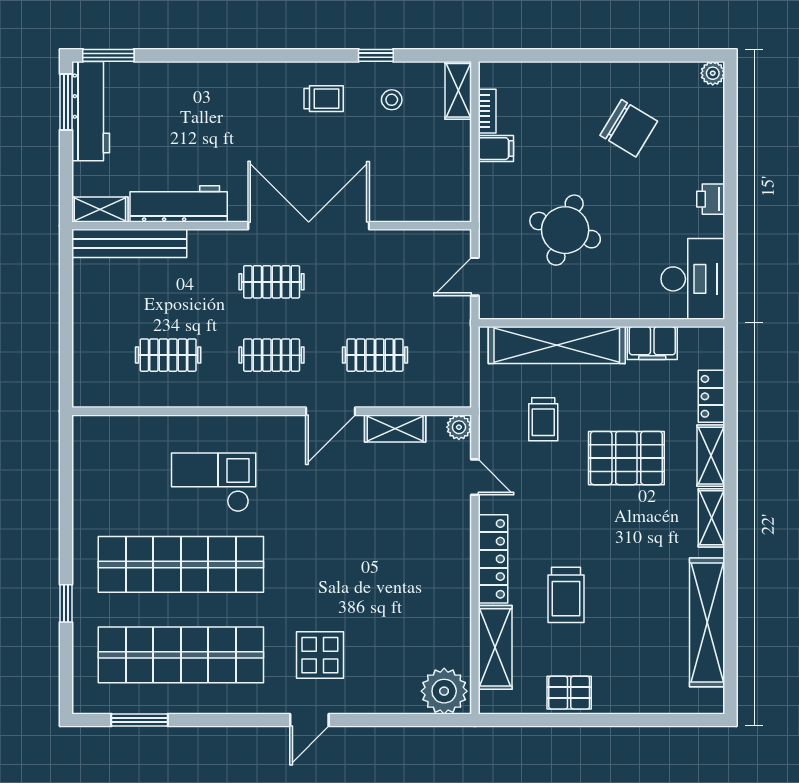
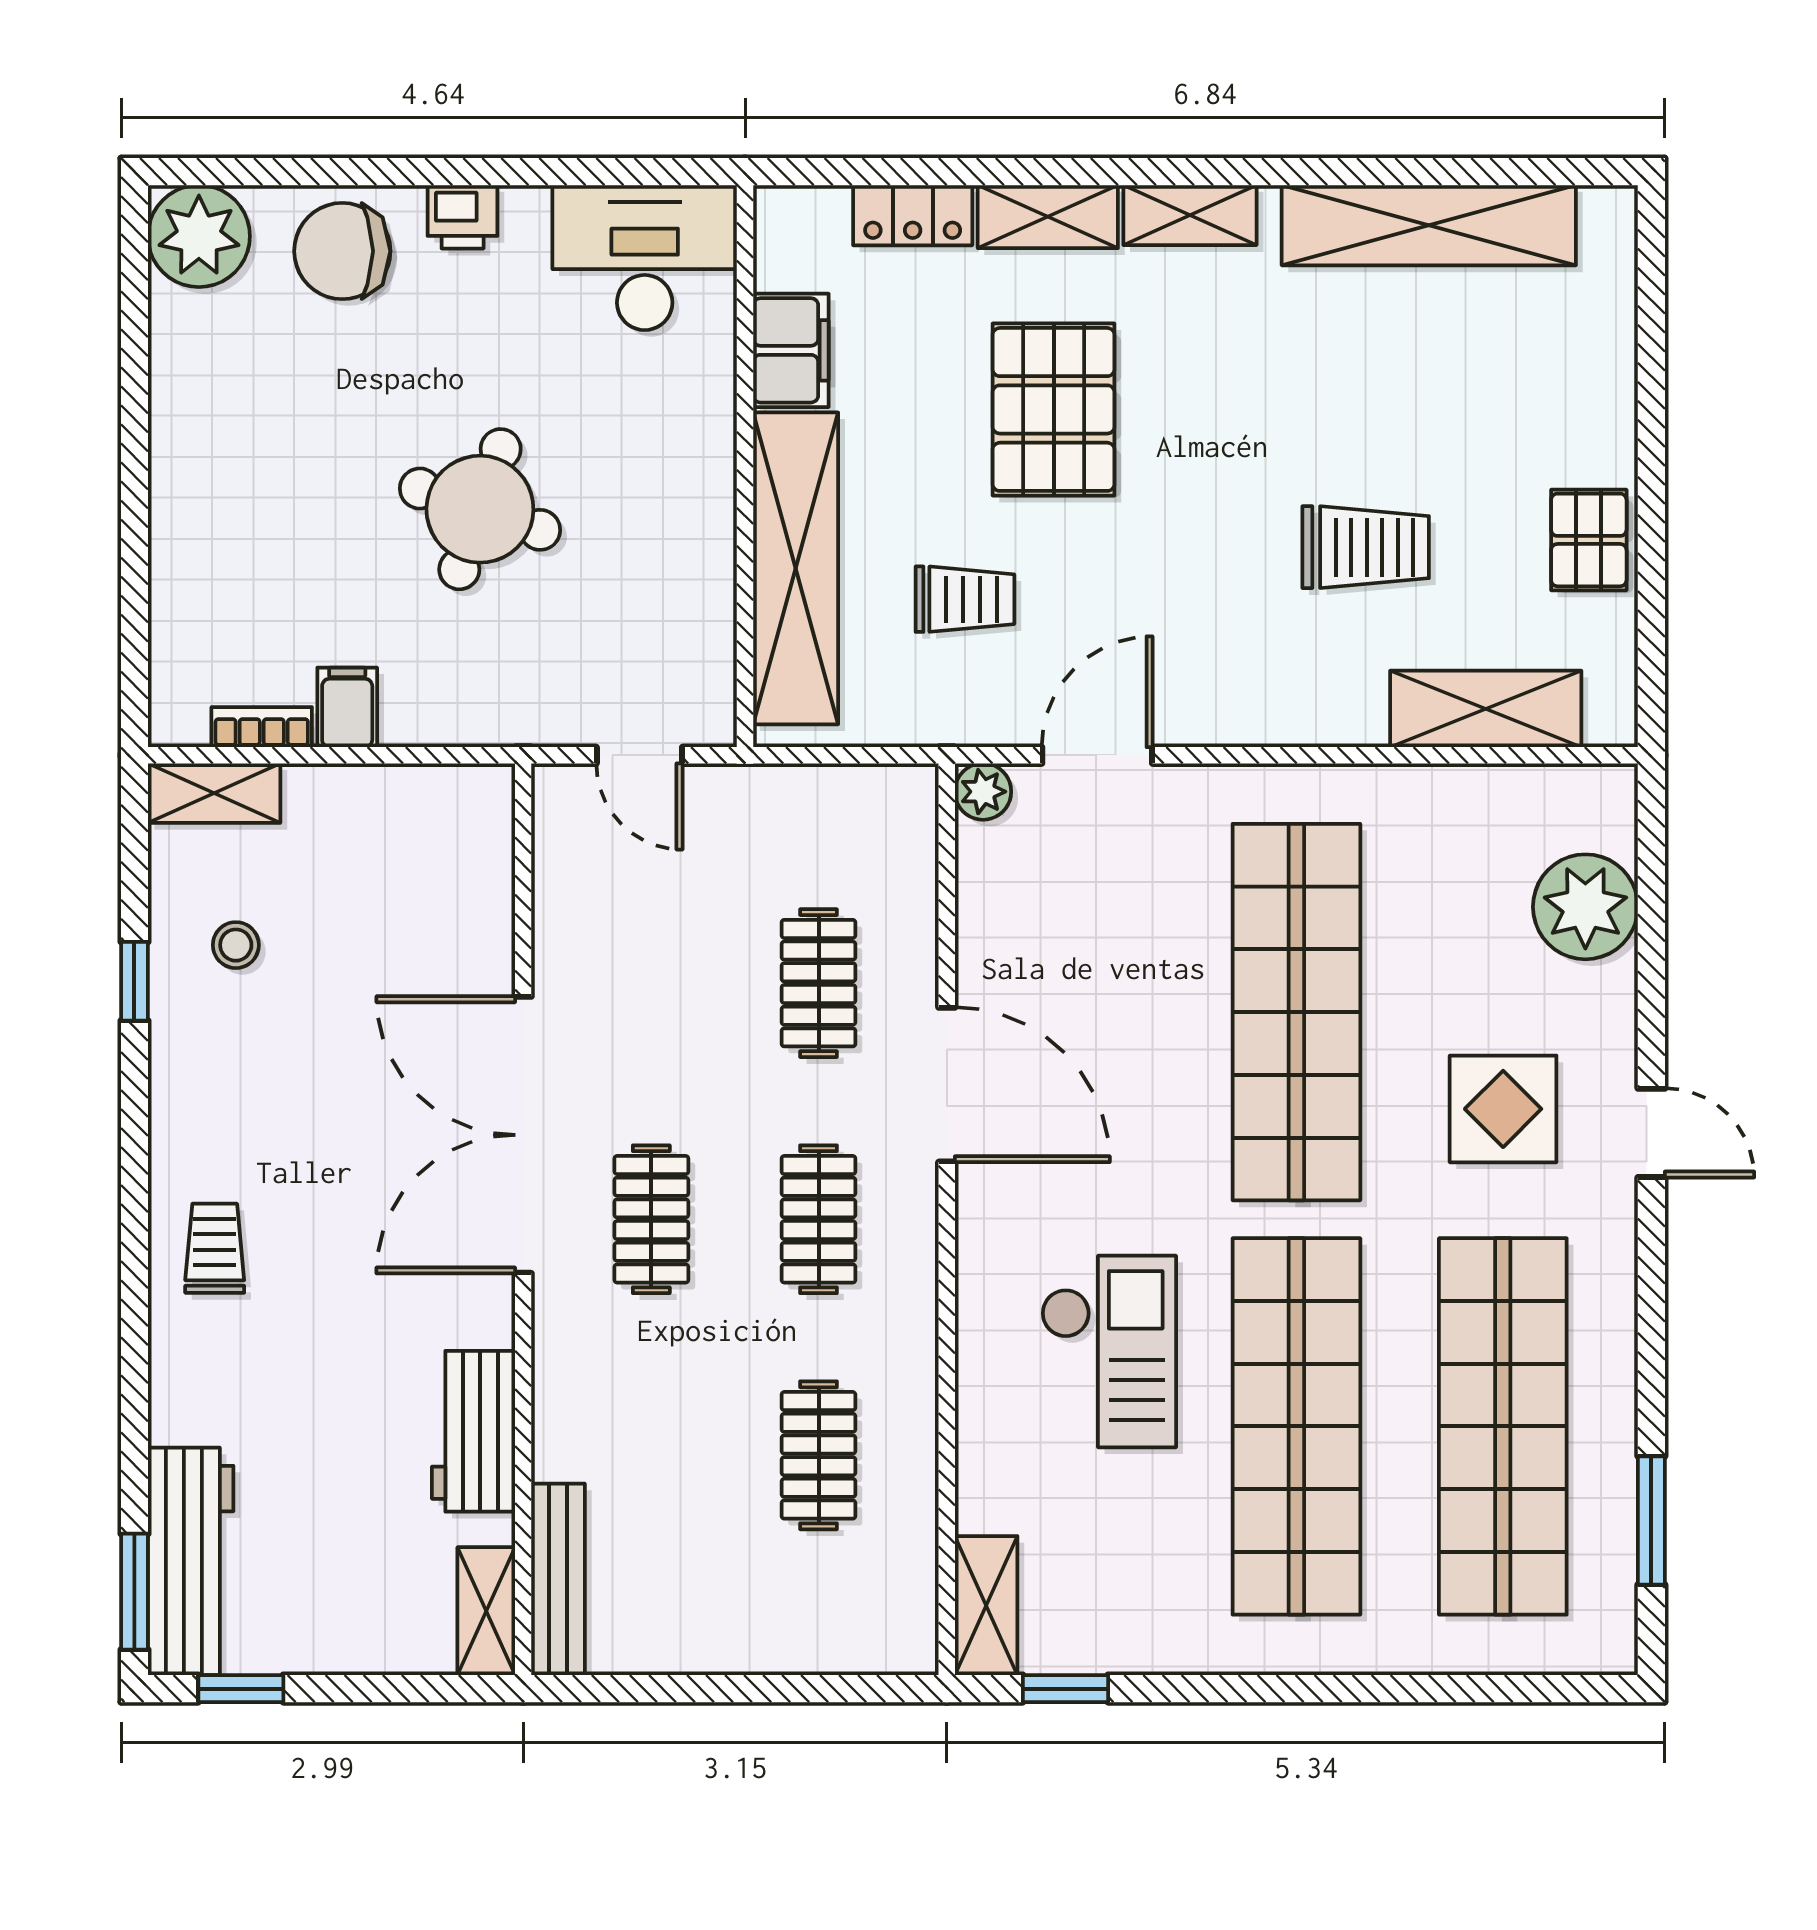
plant: (713, 73) -> (199, 236), width x1.87, depth x1.87
trolley: (324, 99) -> (215, 1248), moved
window: (66, 102) -> (241, 1689), width x0.67
workbench: (91, 111) -> (191, 1561), moved, turned 90
chair: (629, 128) -> (342, 251), moved, turned -121
workbench: (179, 204) -> (474, 1431), width x0.73
round table: (565, 230) -> (480, 509), moved
bench: (129, 243) -> (558, 1579), width x0.73, depth x0.82
door: (330, 411) -> (947, 1085), width x1.36
shelving: (395, 429) -> (986, 1606), moved
door: (475, 477) -> (1097, 755), width x1.38
checkout: (214, 482) -> (1109, 1351), turned 180
locker: (493, 559) -> (1284, 714), removed
shop shelf: (362, 564) -> (1296, 1012), added
window: (66, 603) -> (1065, 1689), moved
plant: (444, 691) -> (1585, 907), moved

